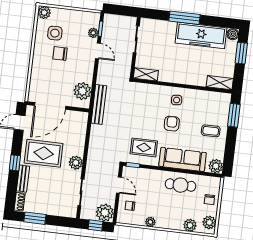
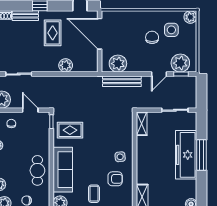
plant: (93, 33) -> (180, 63), width x1.88, depth x1.88
freezer: (201, 35) -> (186, 155), moved
bench: (99, 104) -> (122, 81), moved
armchair: (172, 124) -> (115, 179), moved
rug: (144, 147) -> (70, 130), turned 90
rug: (44, 153) -> (53, 33), width x0.73, depth x0.70
plant: (76, 163) -> (66, 65), moved
door: (119, 185) -> (30, 110), swing flipped

